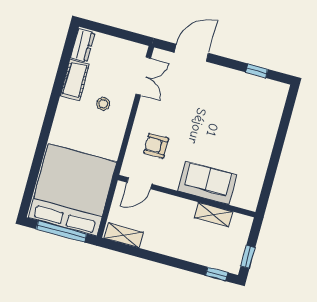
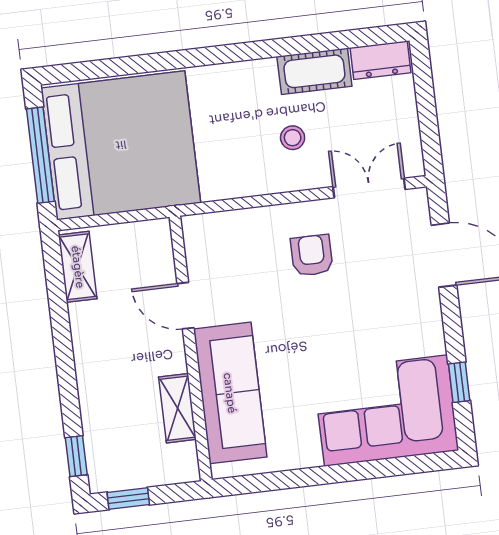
double door: (143, 76) -> (369, 188), swing flipped
corner sofa: (256, 112) -> (386, 411), added
armchair: (156, 146) -> (312, 255), moved
door: (139, 183) -> (185, 306), moved
sofa: (207, 183) -> (230, 393), width x1.36

